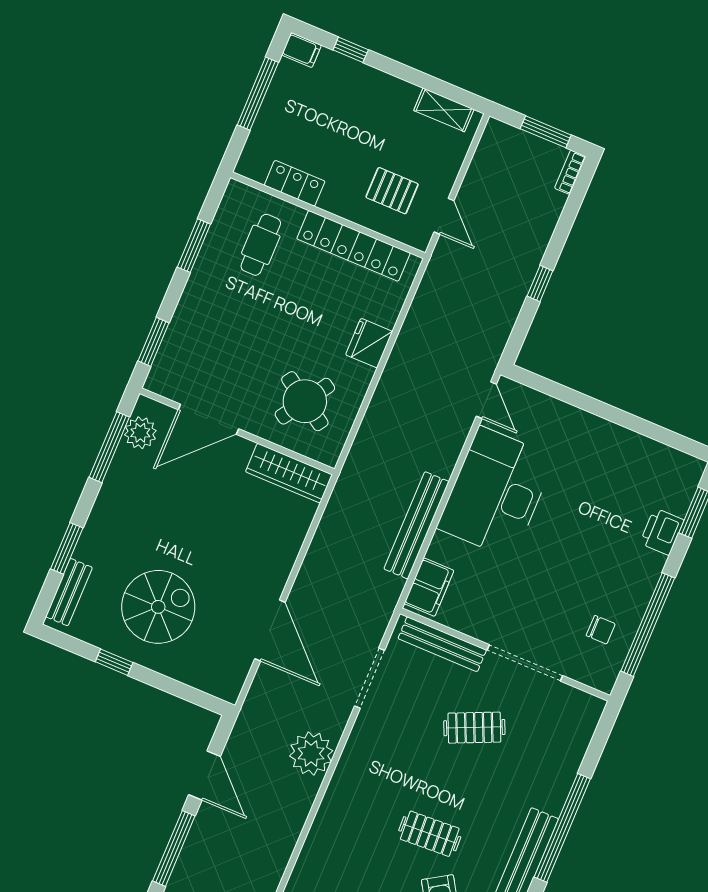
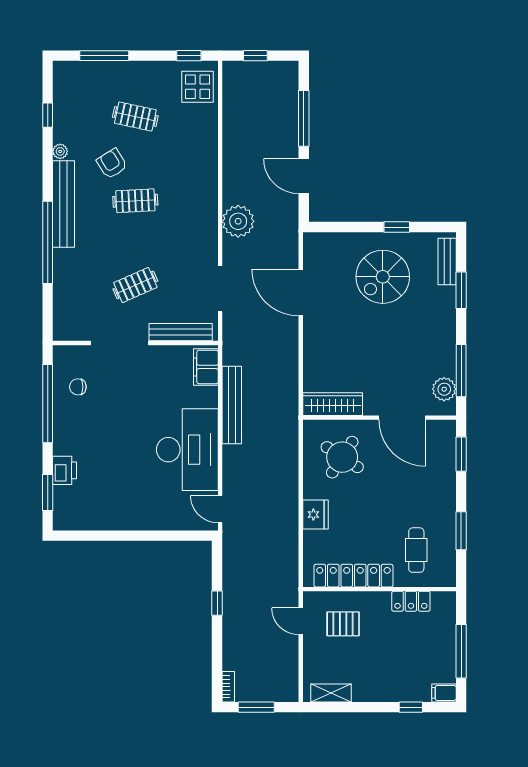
door: (208, 419) -> (402, 418), swing flipped

